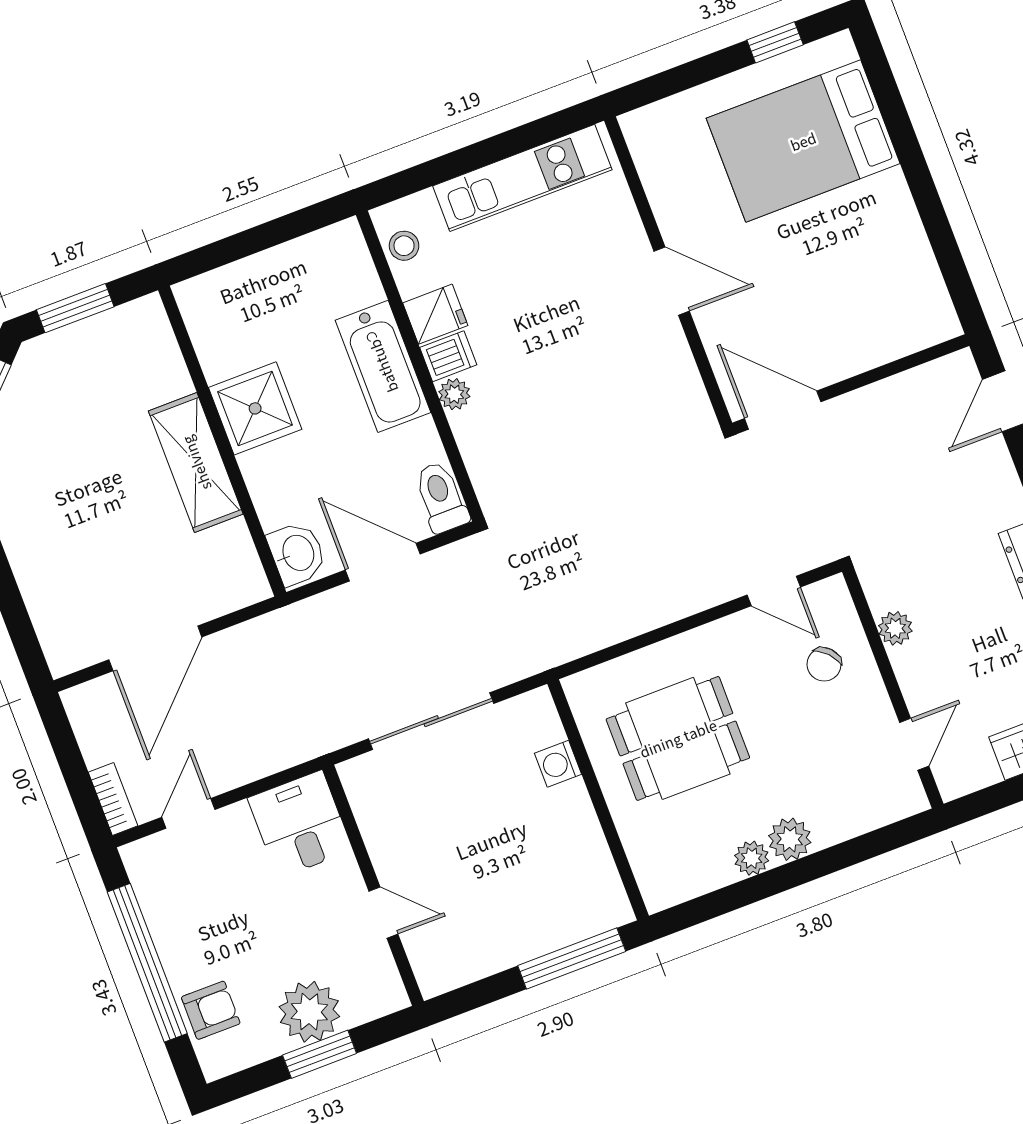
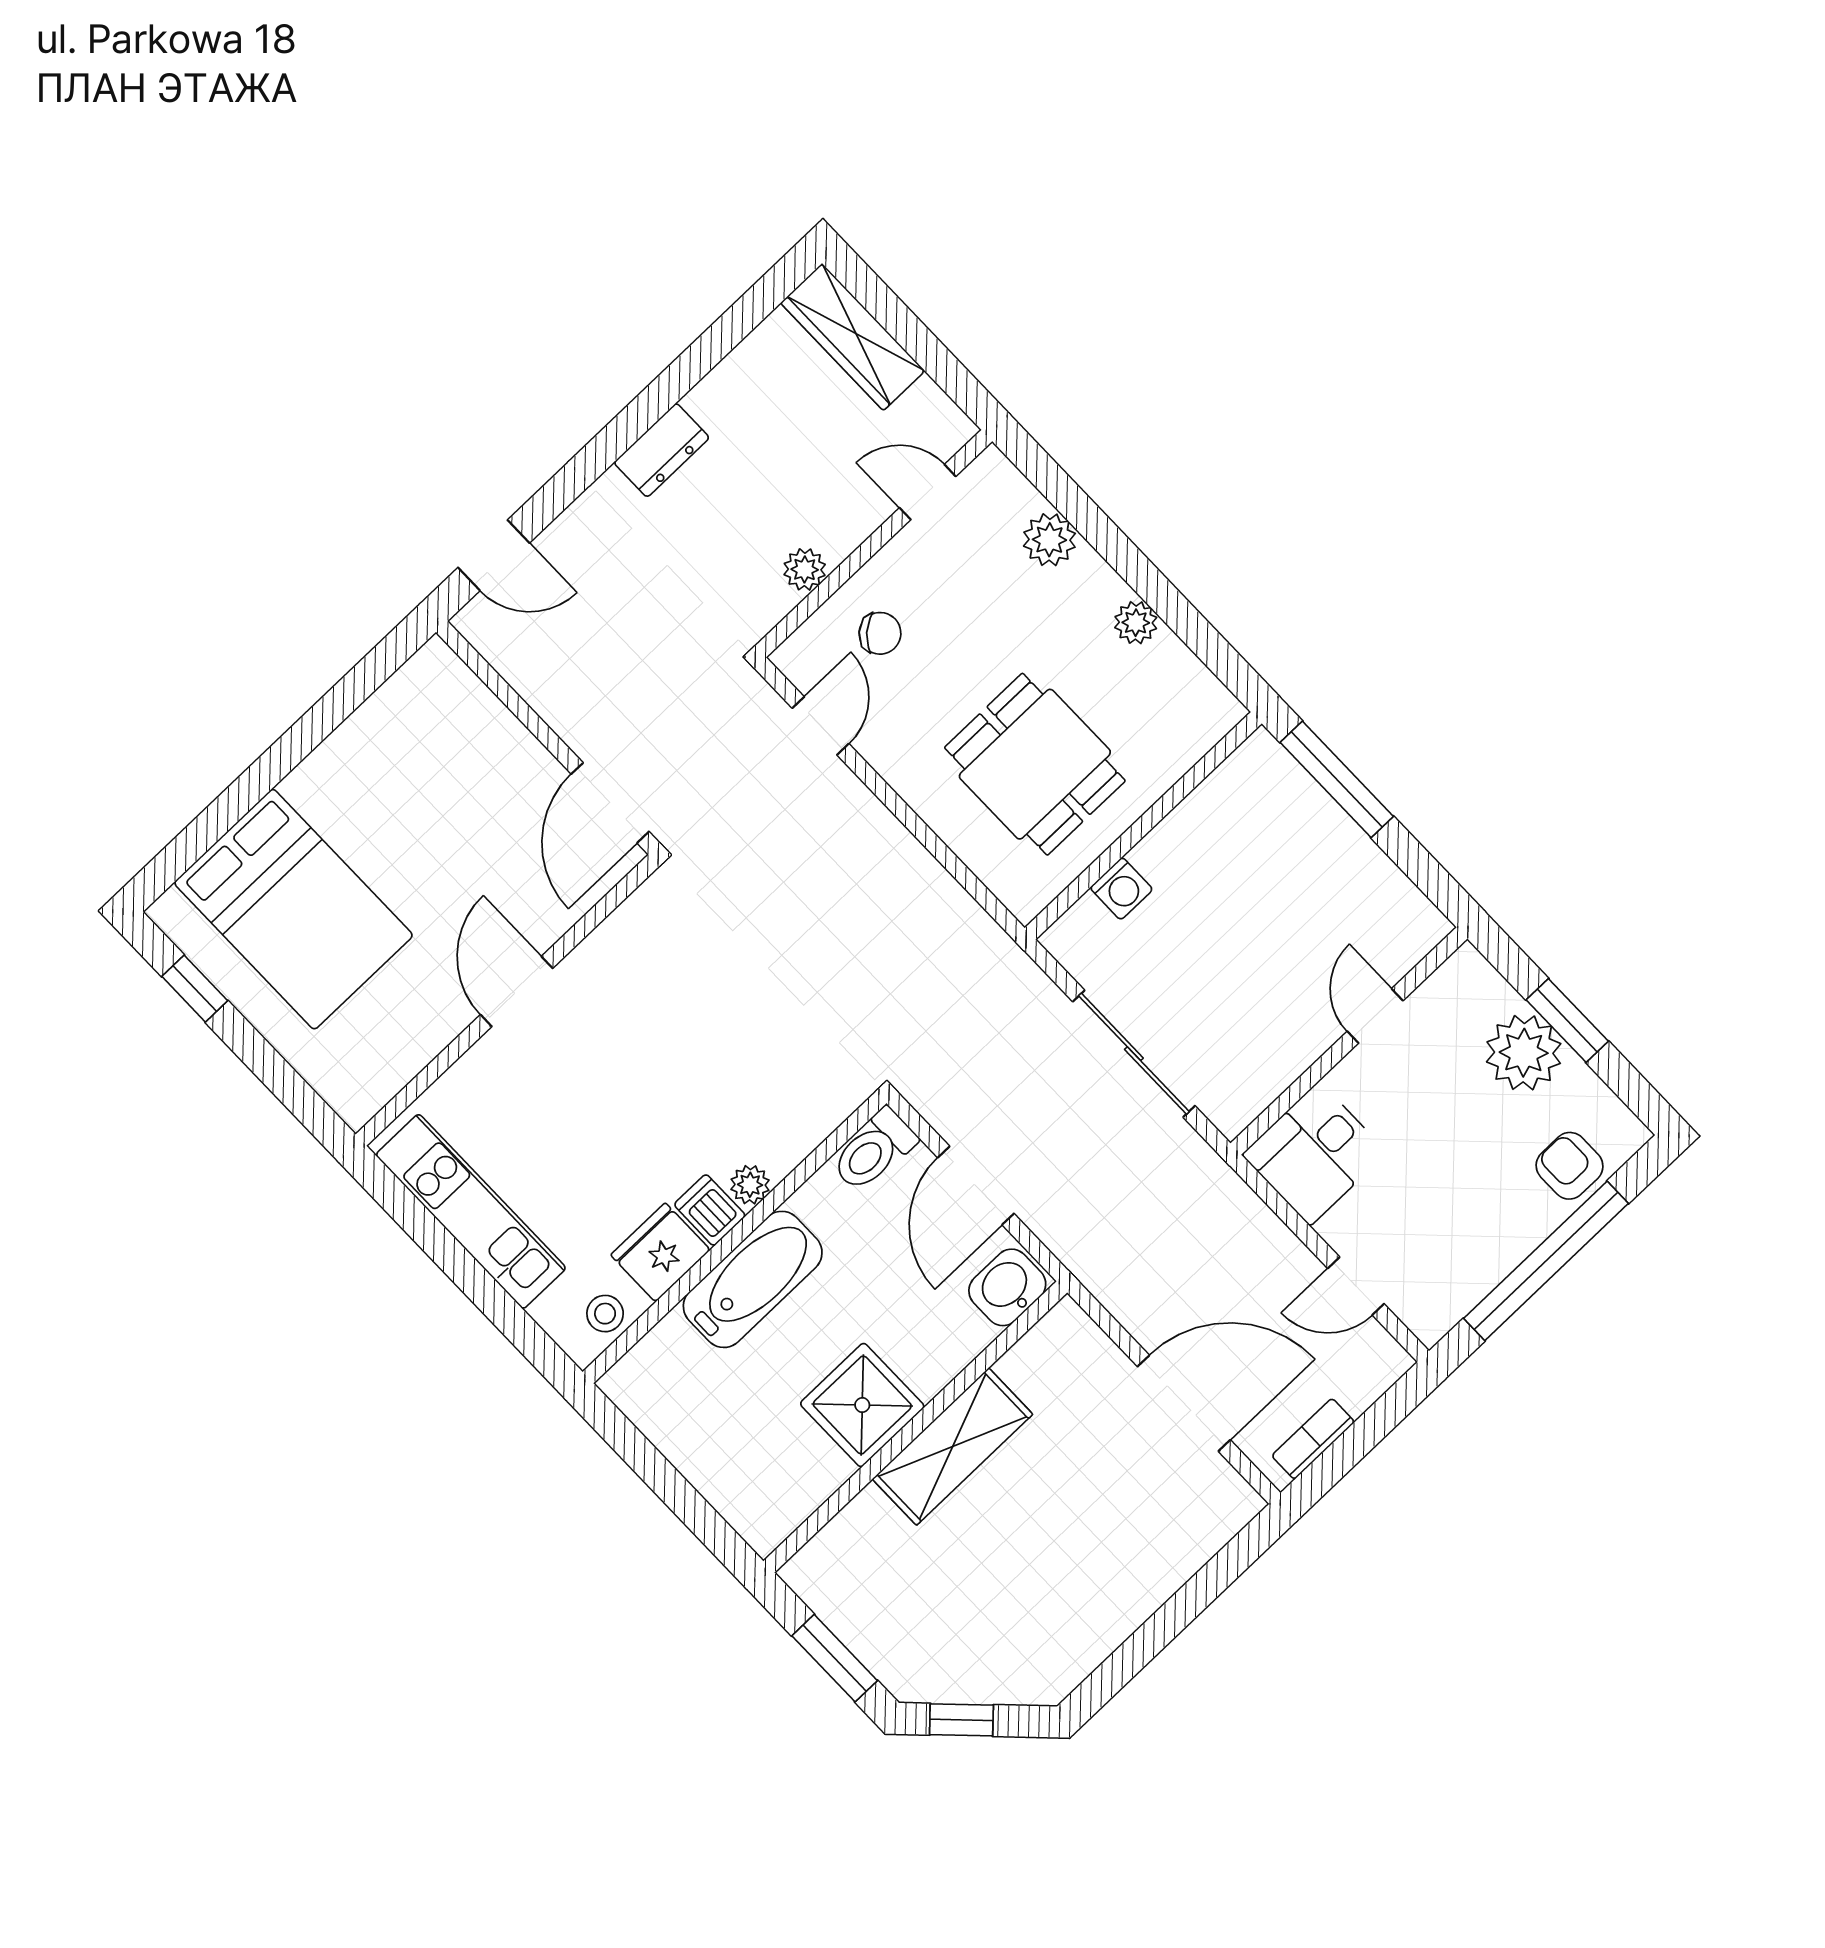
fridge: (435, 314) -> (660, 1252), width x1.38
bookcase: (113, 799) -> (1313, 1439), moved
plant: (790, 839) -> (1049, 540), moved

